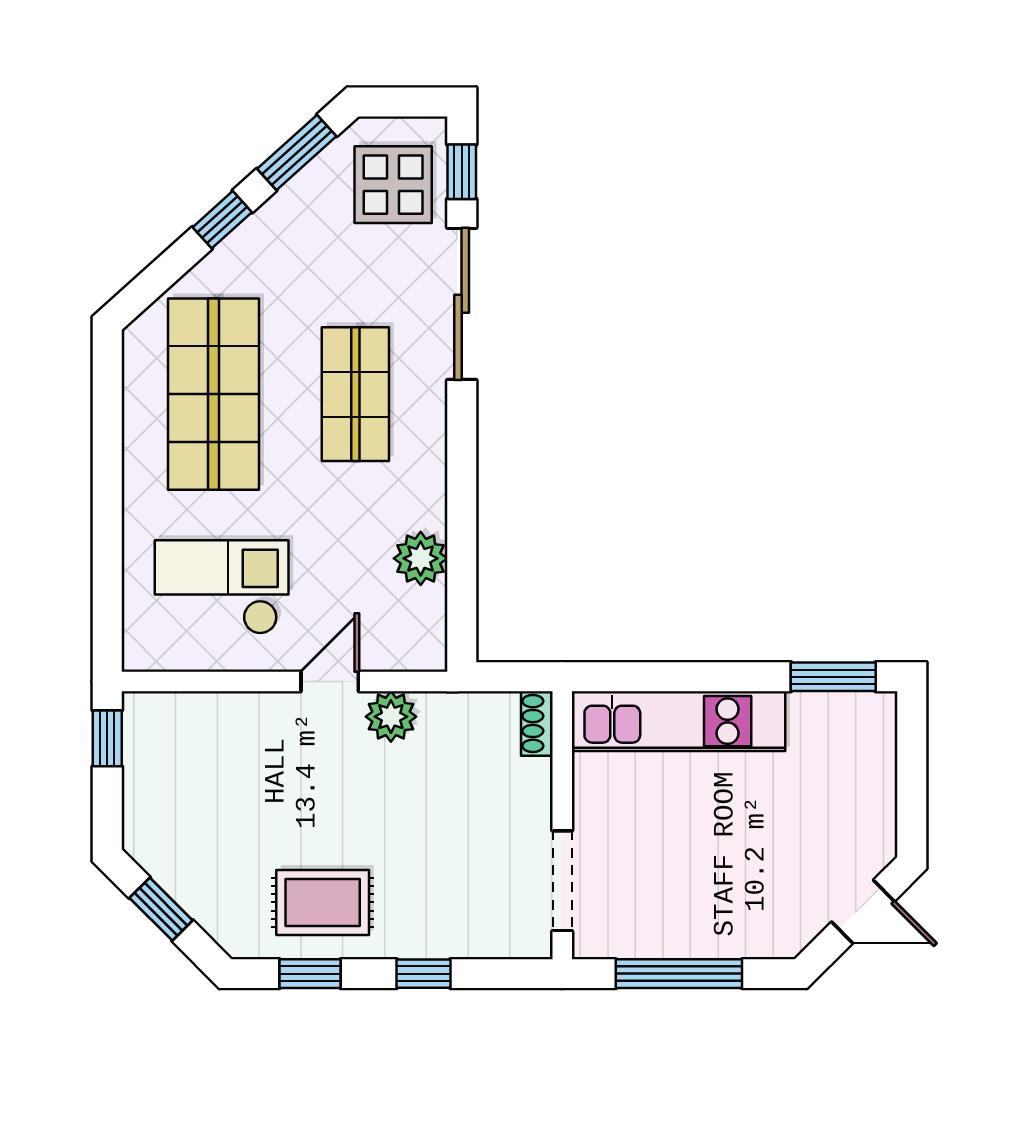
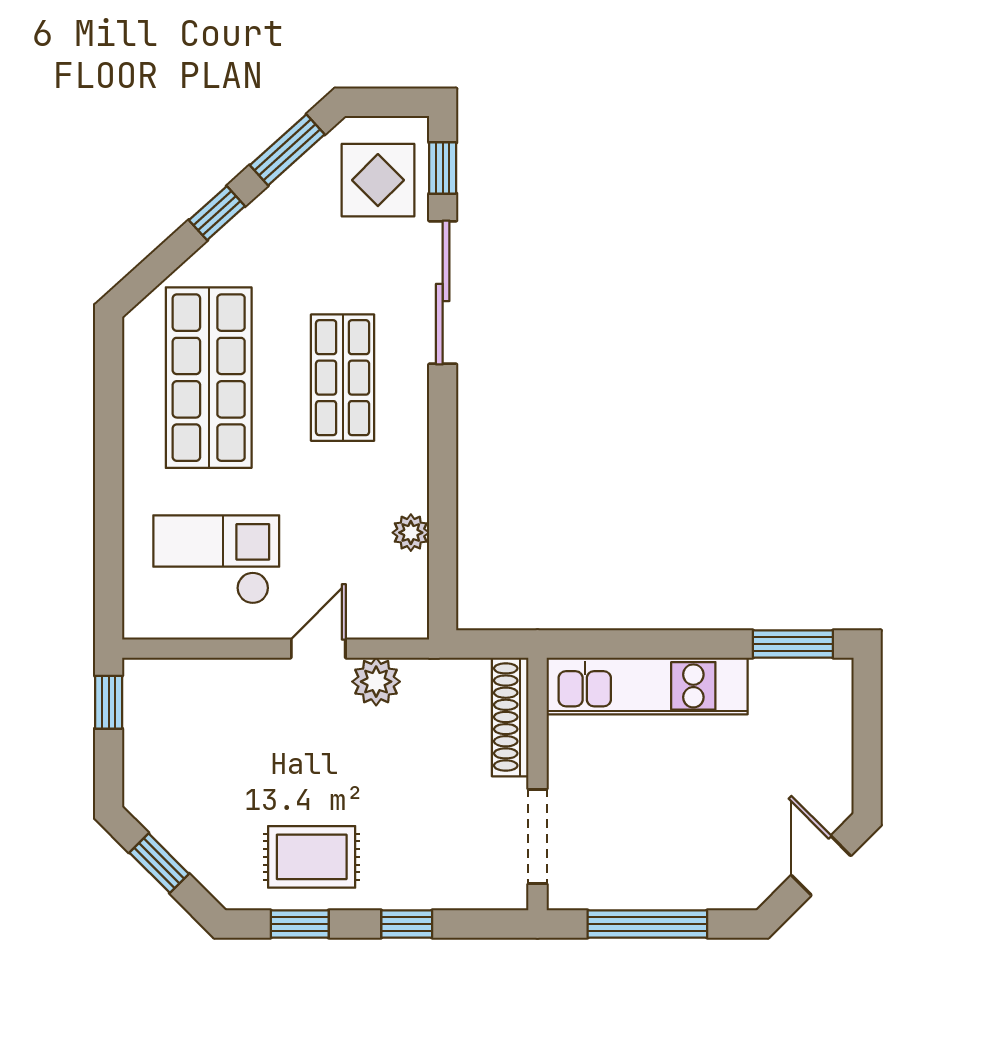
plant: (421, 558) -> (411, 533), width x0.73, depth x0.73
shoe rack: (537, 724) -> (510, 717), width x1.94, depth x1.24
door: (863, 912) -> (821, 866), swing flipped

